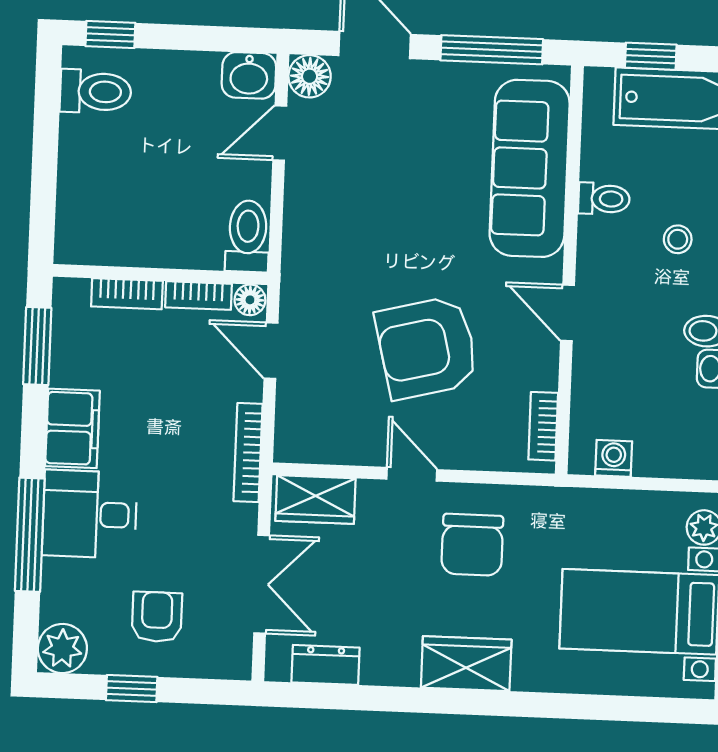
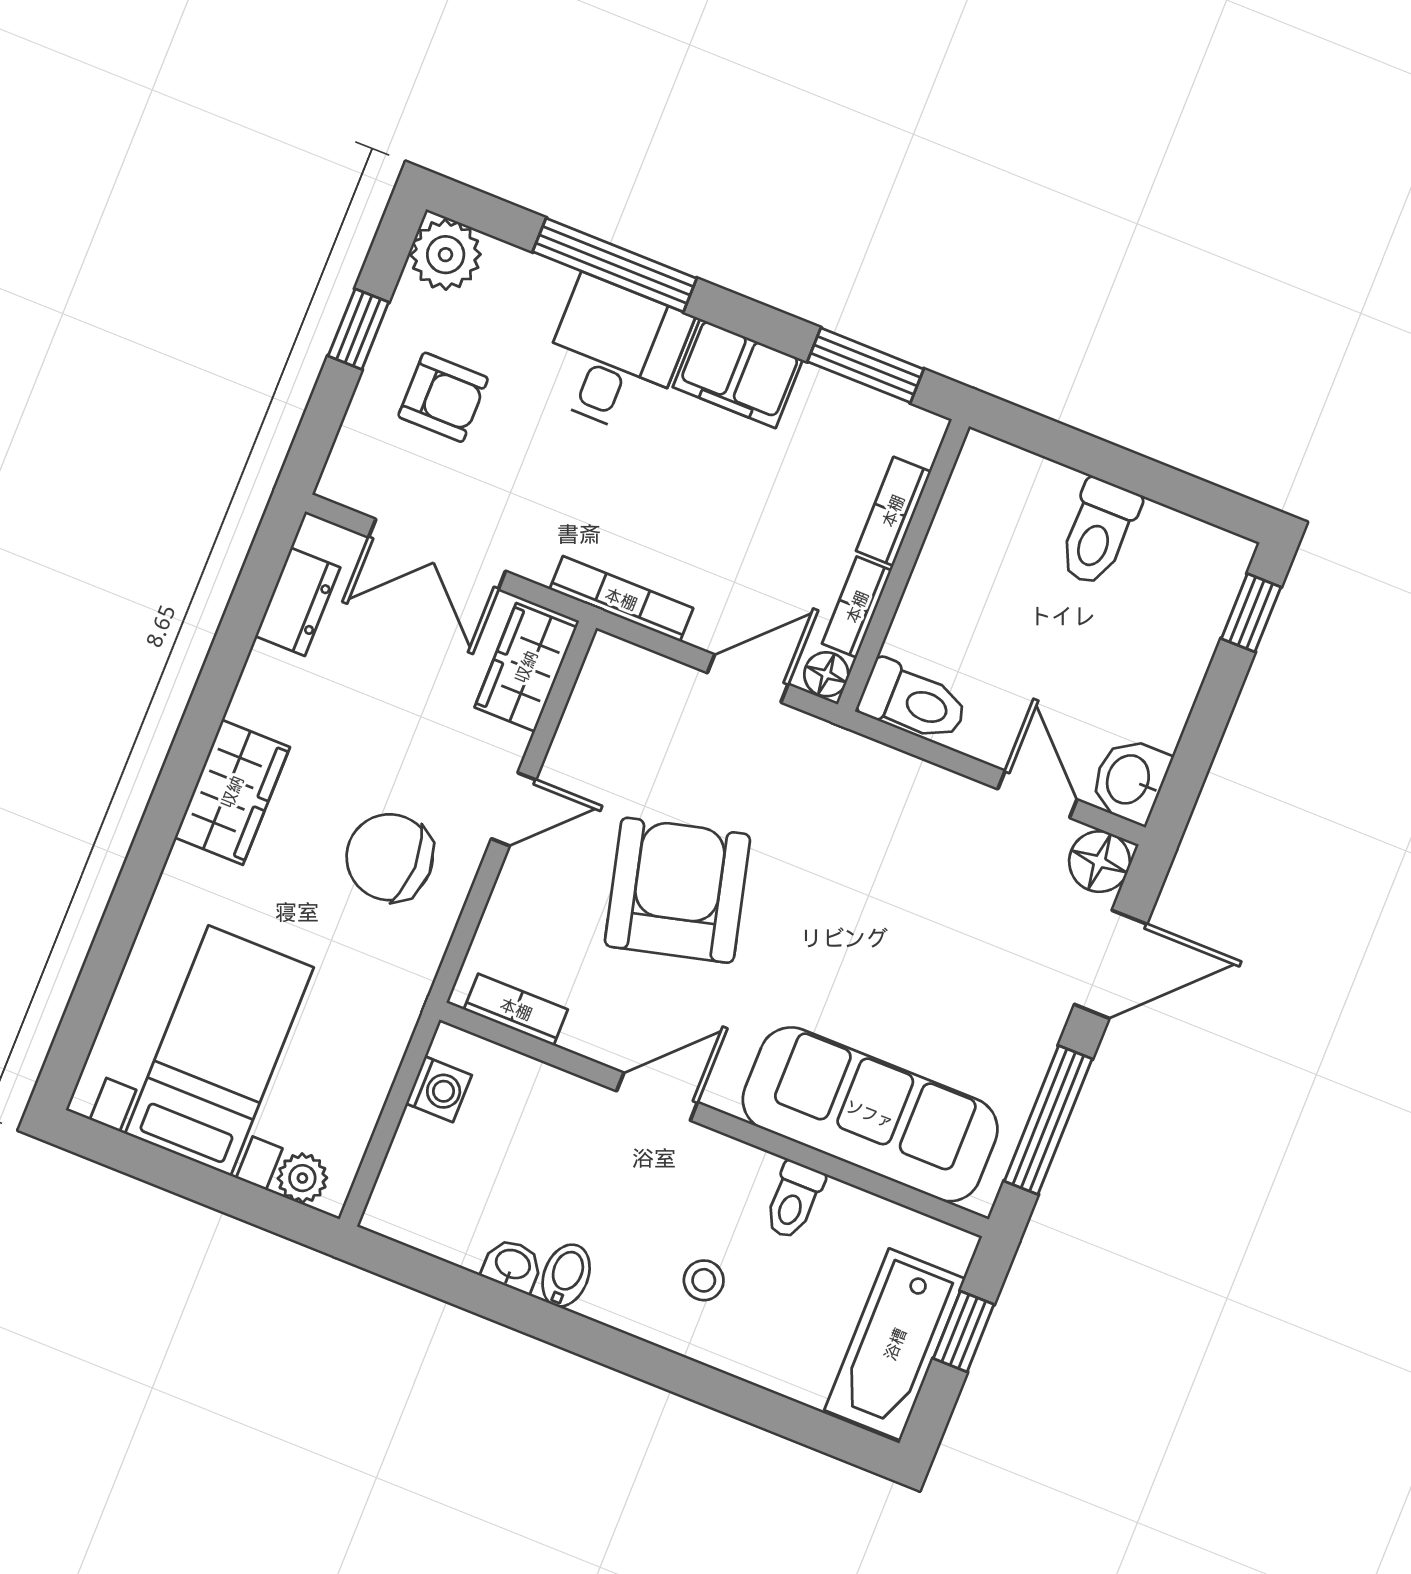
toilet: (96, 92) -> (1098, 532), moved

